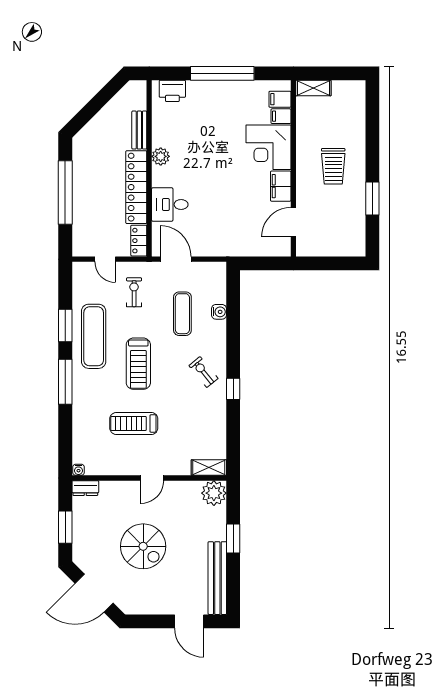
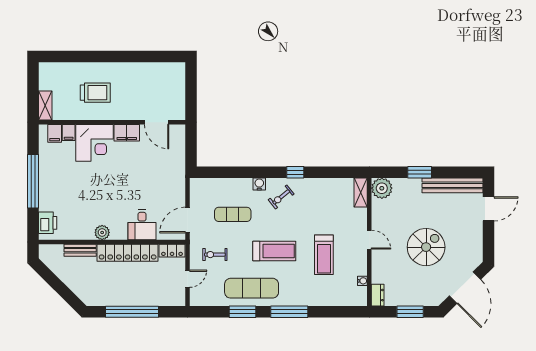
trolley: (333, 166) -> (95, 93), moved
window: (372, 198) -> (137, 57), removed
water cooler: (219, 312) -> (259, 184), moved
water cooler: (78, 470) -> (362, 281), moved

